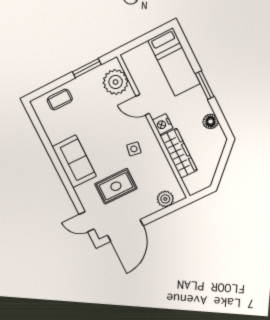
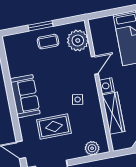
window: (87, 68) -> (40, 26), moved
coffee table: (60, 99) -> (48, 42), moved
door: (143, 105) -> (95, 65), swing flipped

